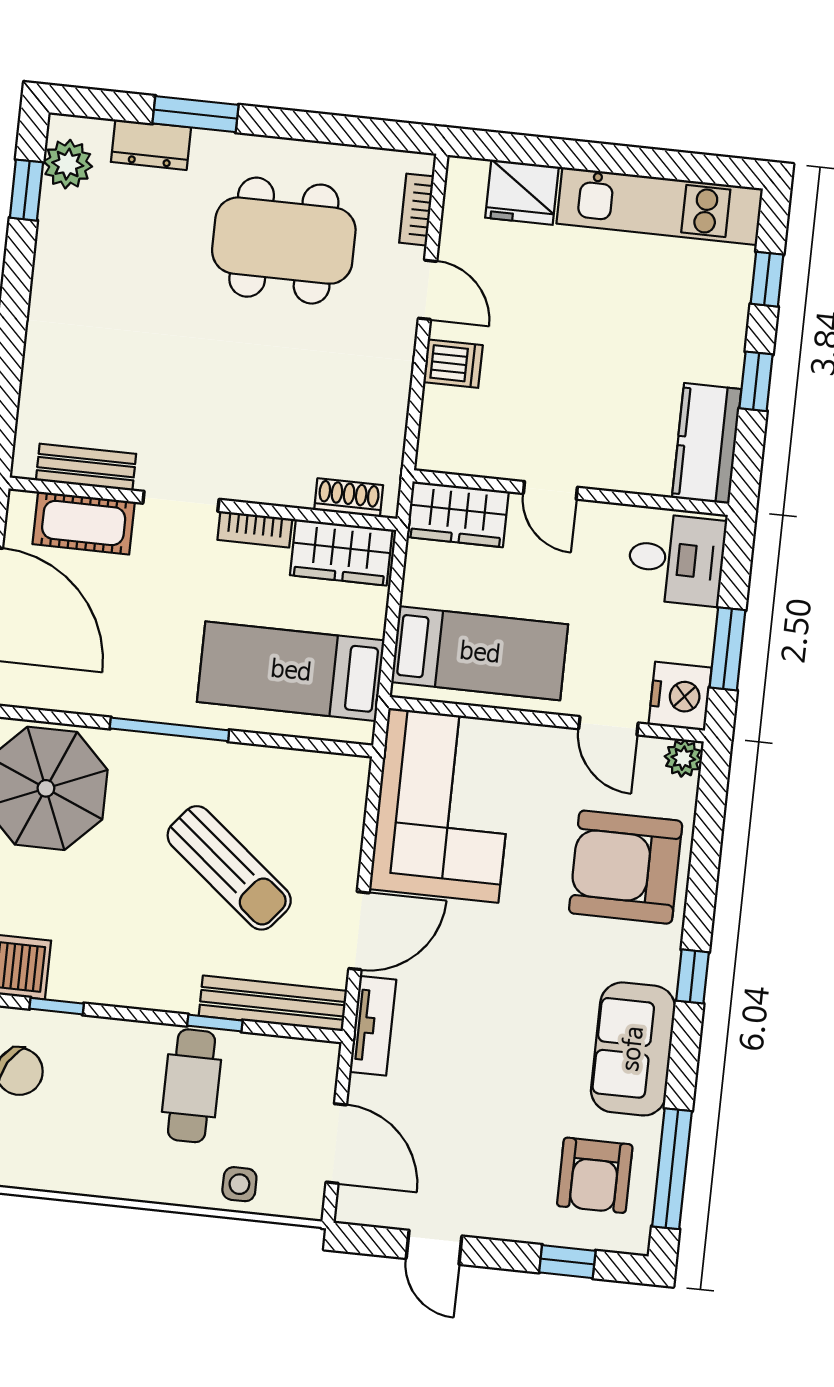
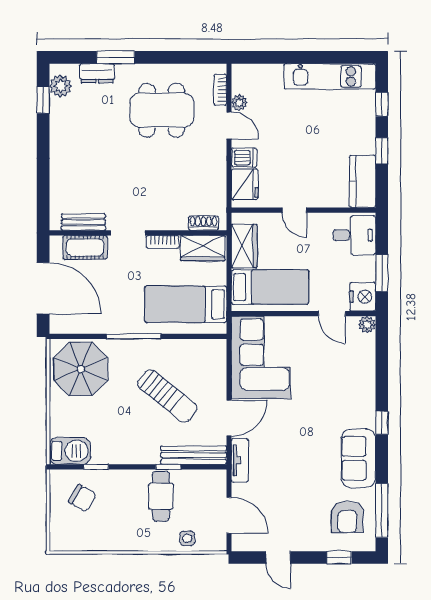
fridge: (522, 192) -> (245, 184), moved, turned -90
plant: (456, 242) -> (239, 103), added
wardrobe: (458, 514) -> (244, 246), moved, turned -90
armchair: (626, 867) -> (346, 377), removed

